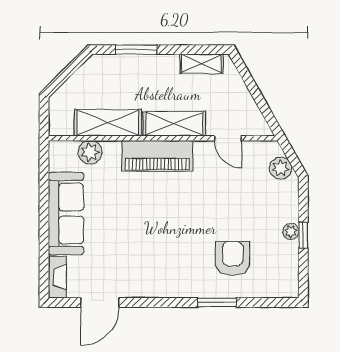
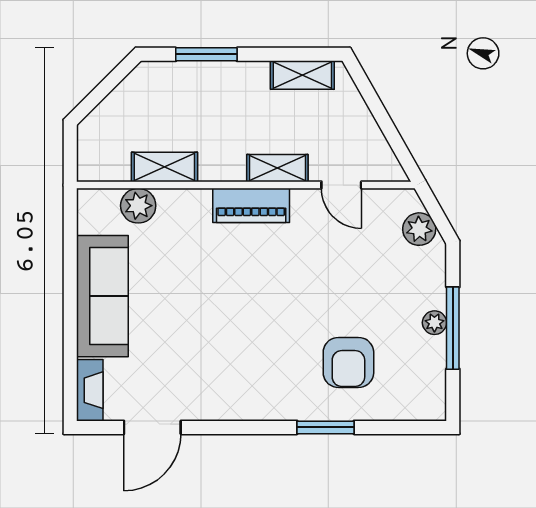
shelving: (108, 123) -> (164, 167), width x0.67, depth x0.75
shelving: (174, 124) -> (277, 168), width x0.67, depth x0.75
piano: (157, 156) -> (251, 205), width x0.73, depth x0.75
window: (303, 235) -> (453, 328), width x2.17
armchair: (233, 258) -> (348, 362), turned 180

